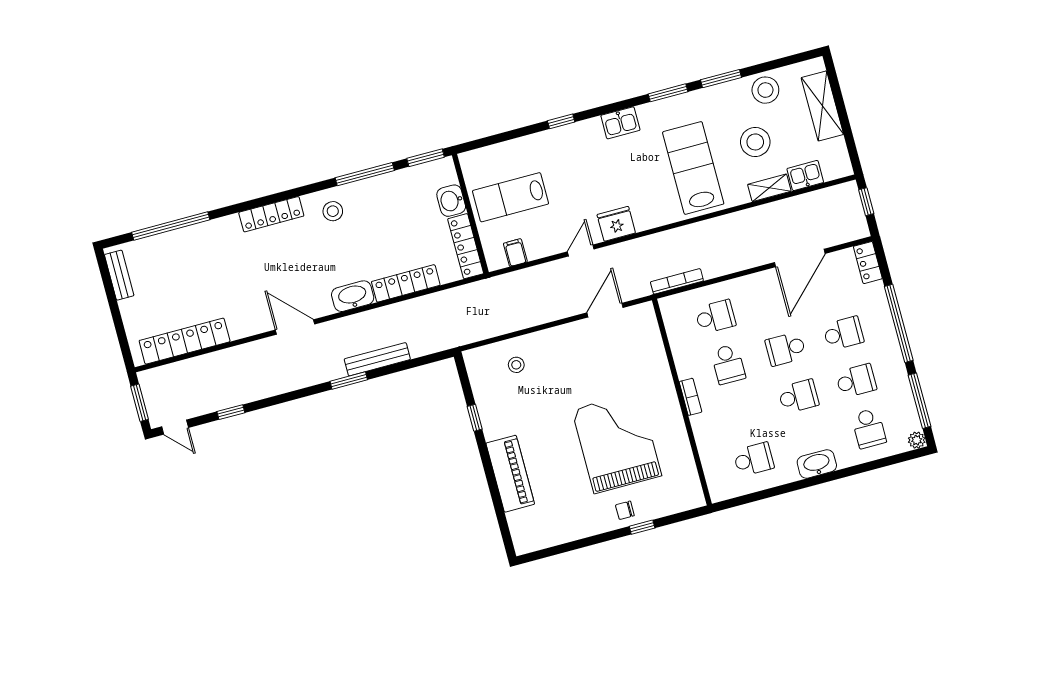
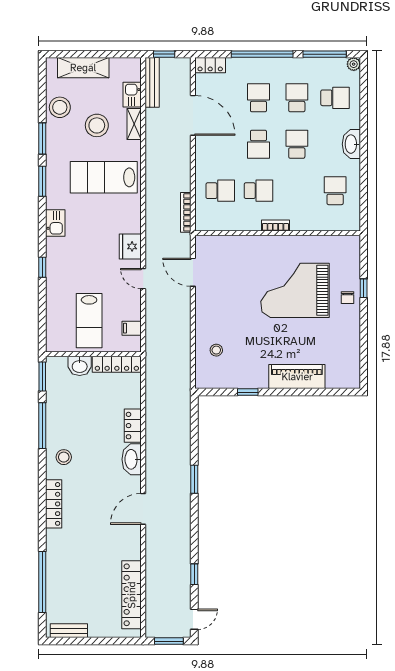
locker: (406, 283) -> (133, 426), width x0.66
school desk: (715, 317) -> (220, 191), turned 90
bench: (377, 359) -> (152, 82), moved

